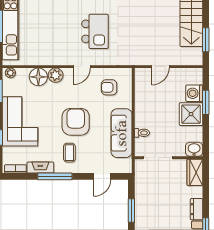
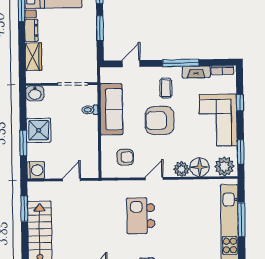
plant: (10, 73) -> (224, 166), width x1.88, depth x1.88
washing machine: (194, 93) -> (36, 170), moved
armchair: (76, 122) -> (160, 120), turned 90
wardrobe: (195, 172) -> (34, 57), moved

